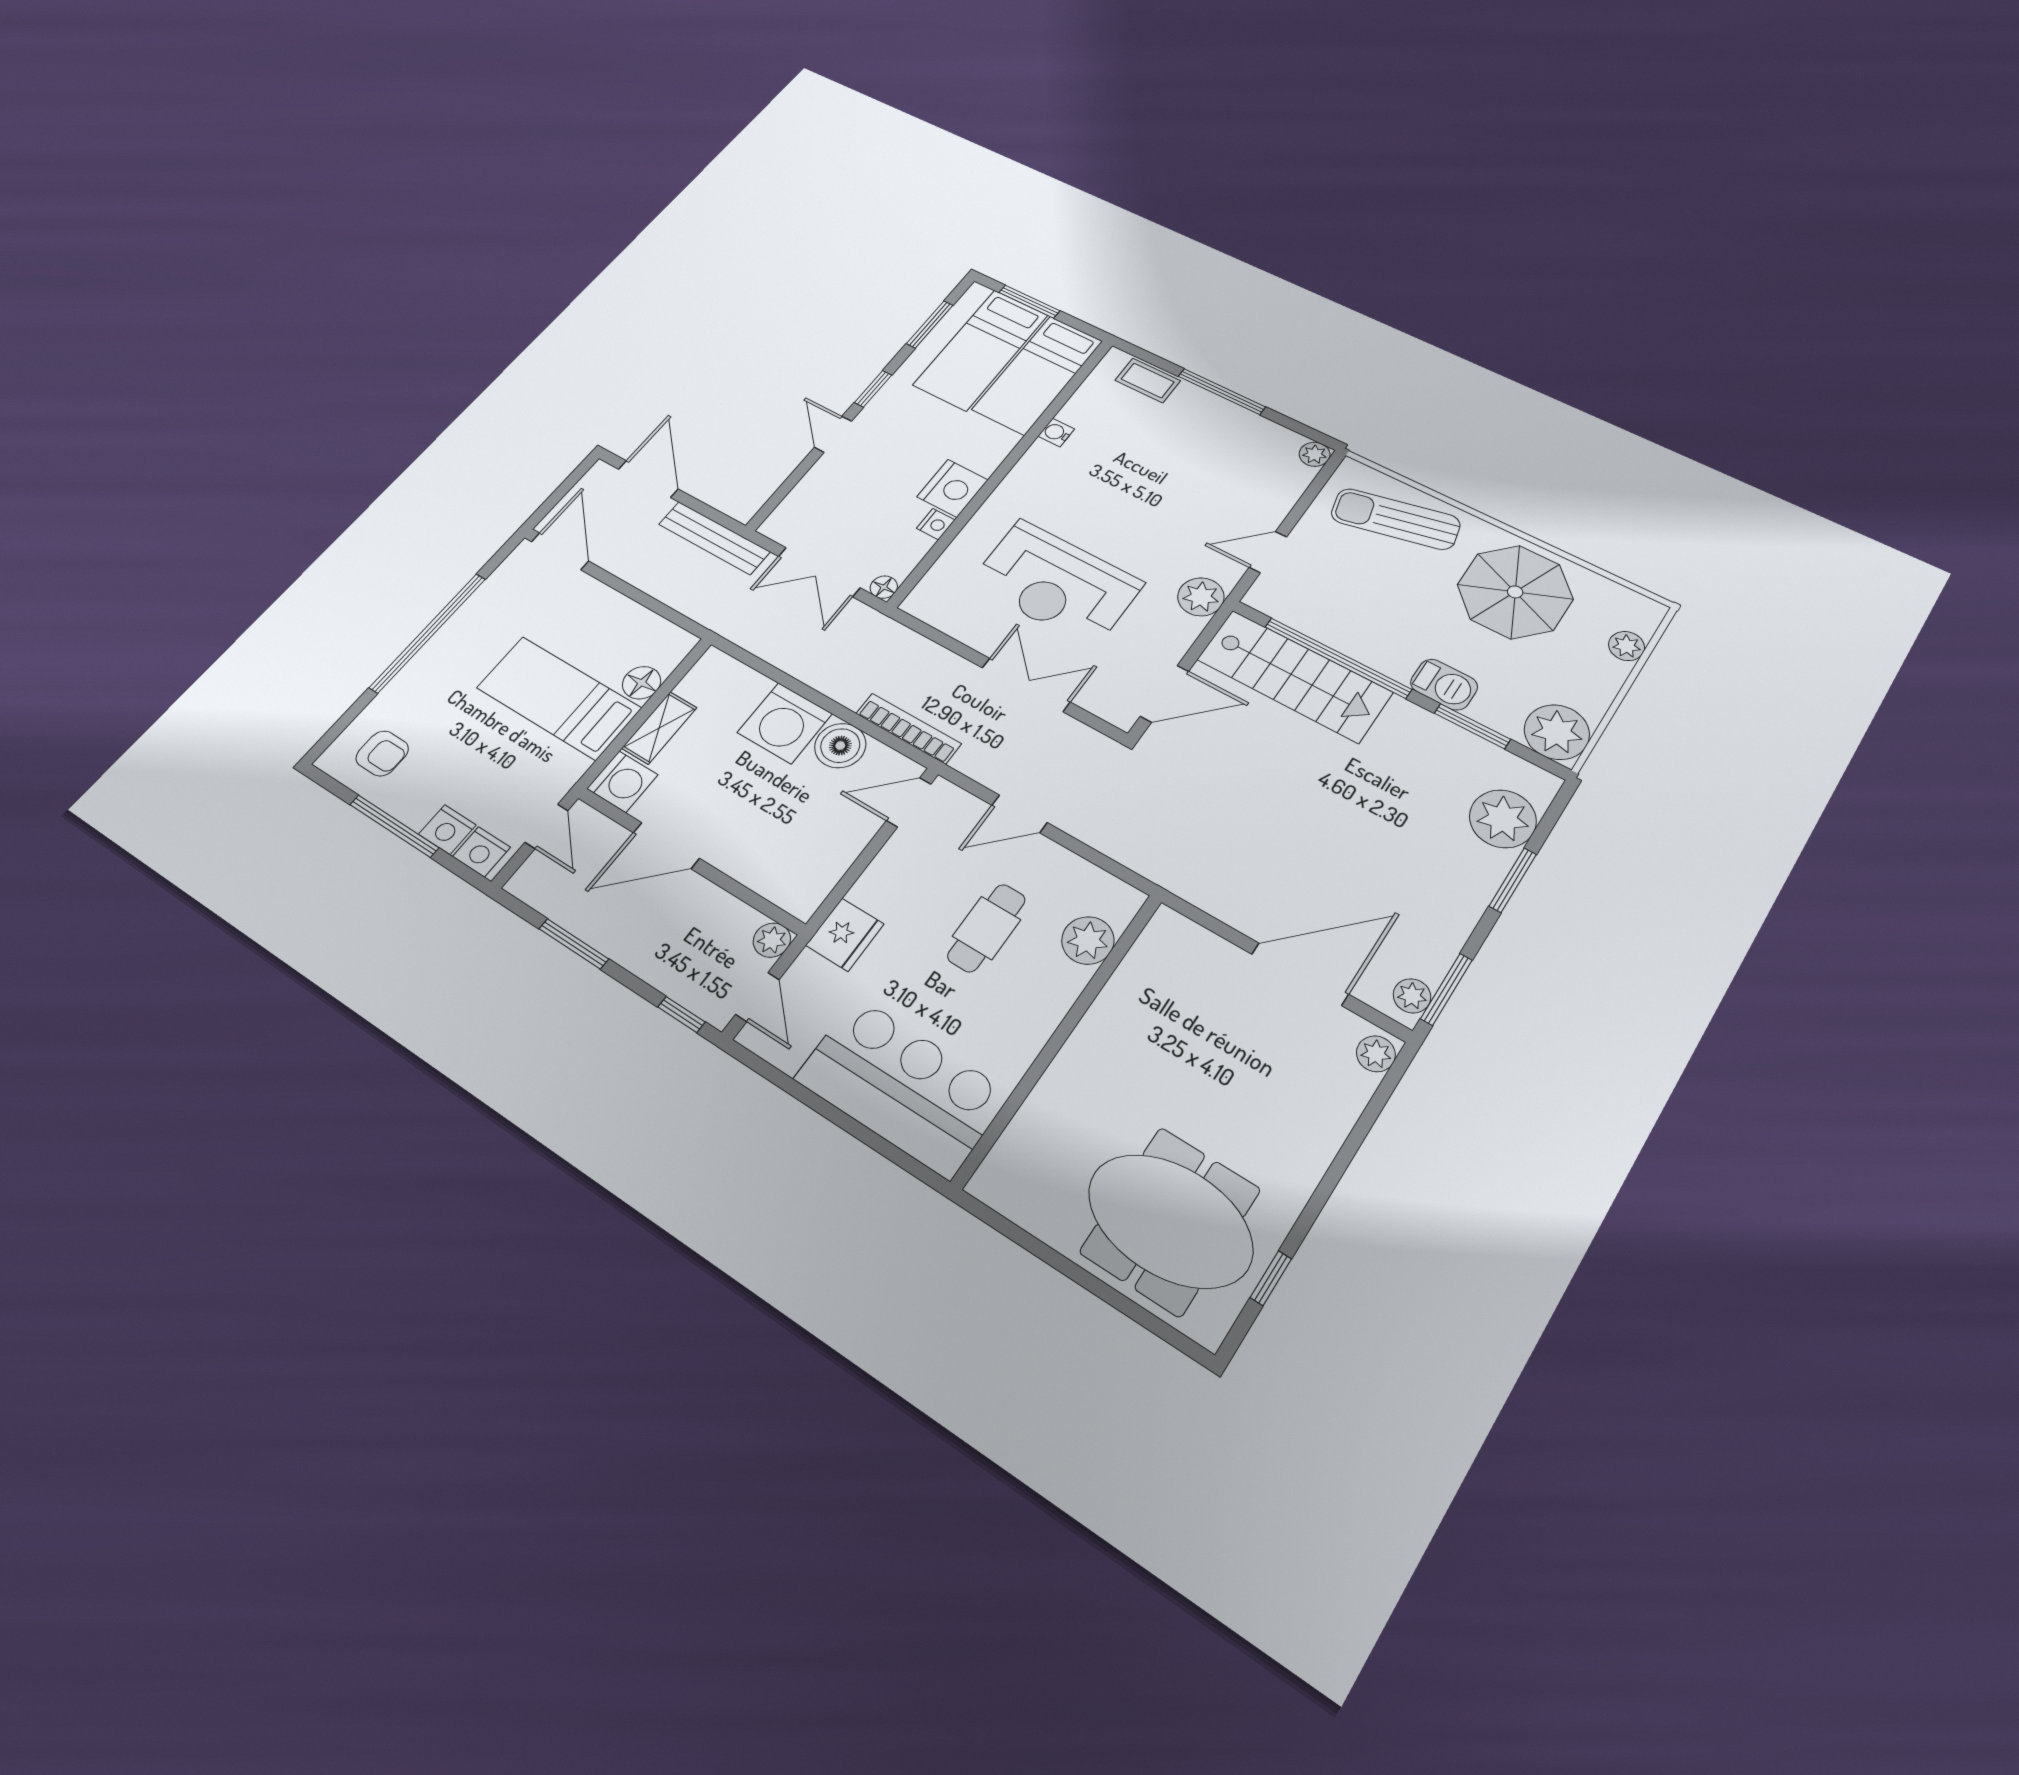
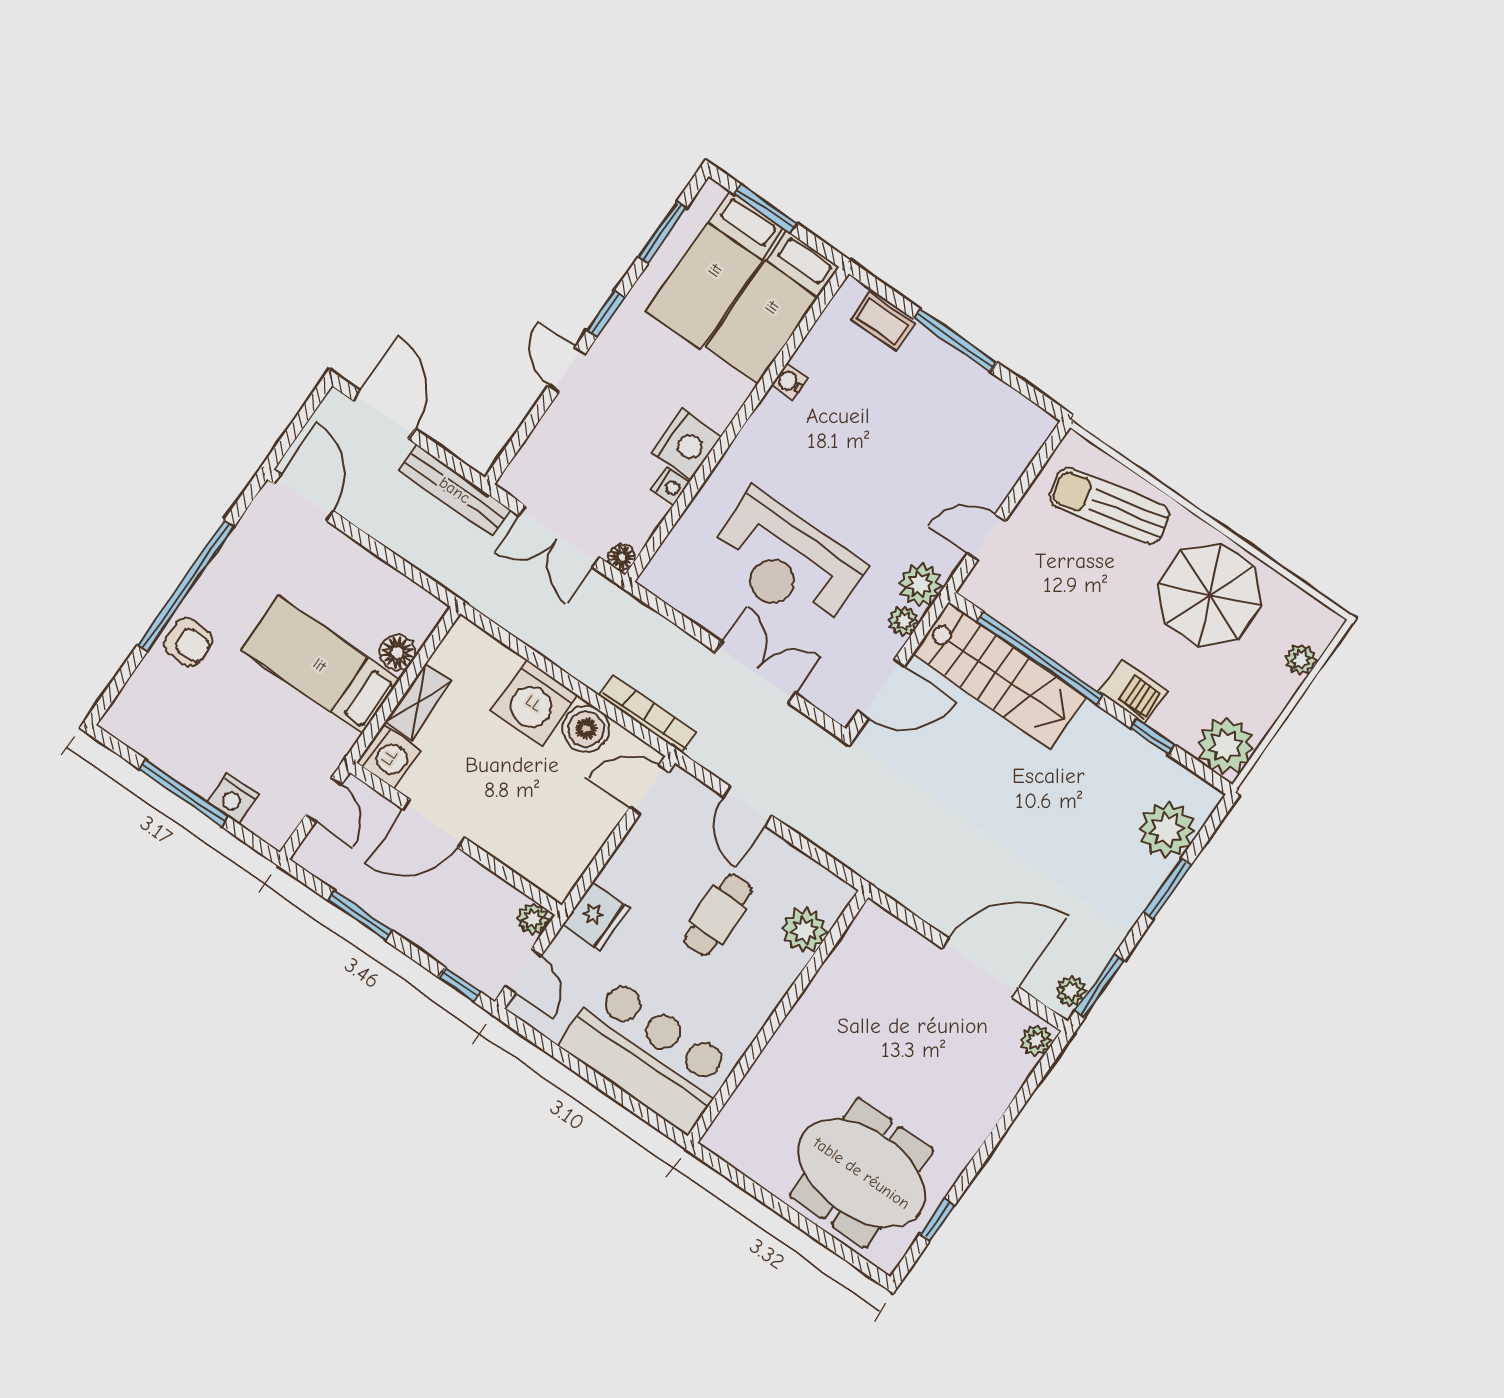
plant: (1315, 454) -> (903, 621), moved
window: (1472, 726) -> (1152, 736), width x0.67
armchair: (382, 753) -> (188, 642), moved
door: (1019, 814) -> (748, 806), hinge flipped
nightstand: (481, 852) -> (267, 823), removed

